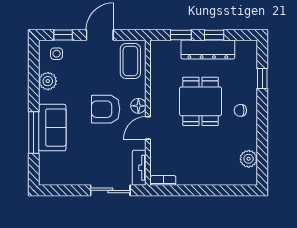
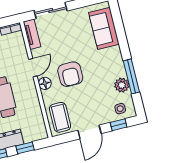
armchair: (106, 109) -> (70, 74), turned 90
sofa: (52, 128) -> (104, 28), moved
window: (34, 132) -> (131, 76), moved

